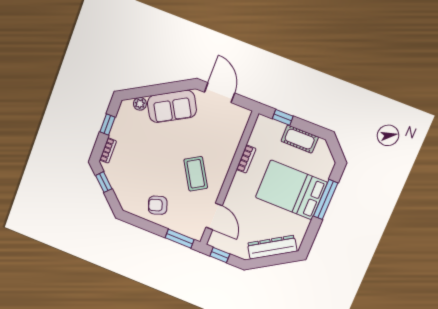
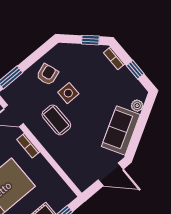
bookcase: (246, 159) -> (28, 146), moved
coffee table: (196, 174) -> (56, 120), turned 31
side table: (164, 176) -> (68, 93), added

